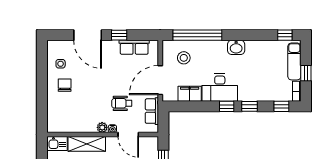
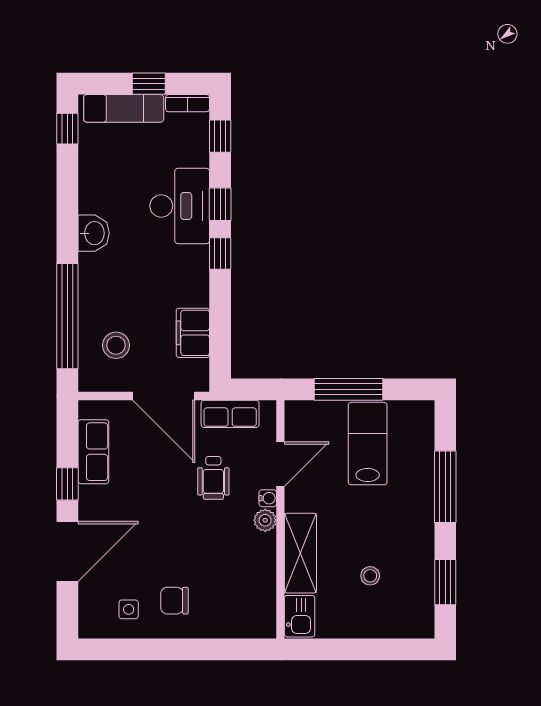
desk: (220, 88) -> (180, 206), moved

